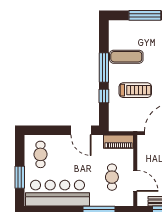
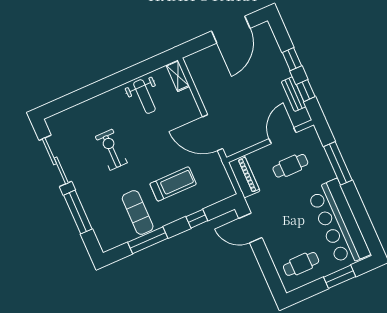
window: (104, 68) -> (148, 240), moved
treadmill: (135, 90) -> (173, 184), turned 90
door: (81, 130) -> (250, 228), swing flipped

